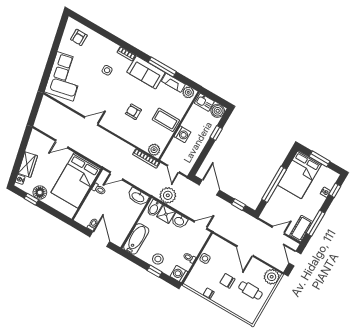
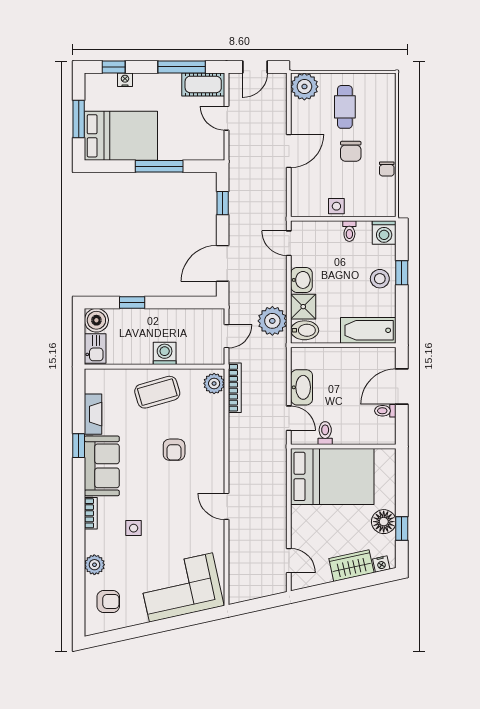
window: (162, 67) -> (79, 446), width x0.46
plant: (188, 92) -> (94, 565), moved
coffee table: (166, 120) -> (157, 392), turned 74
door: (62, 144) -> (289, 561), moved
window: (274, 184) -> (159, 166), width x0.68
washbasin: (138, 197) -> (302, 387), moved

